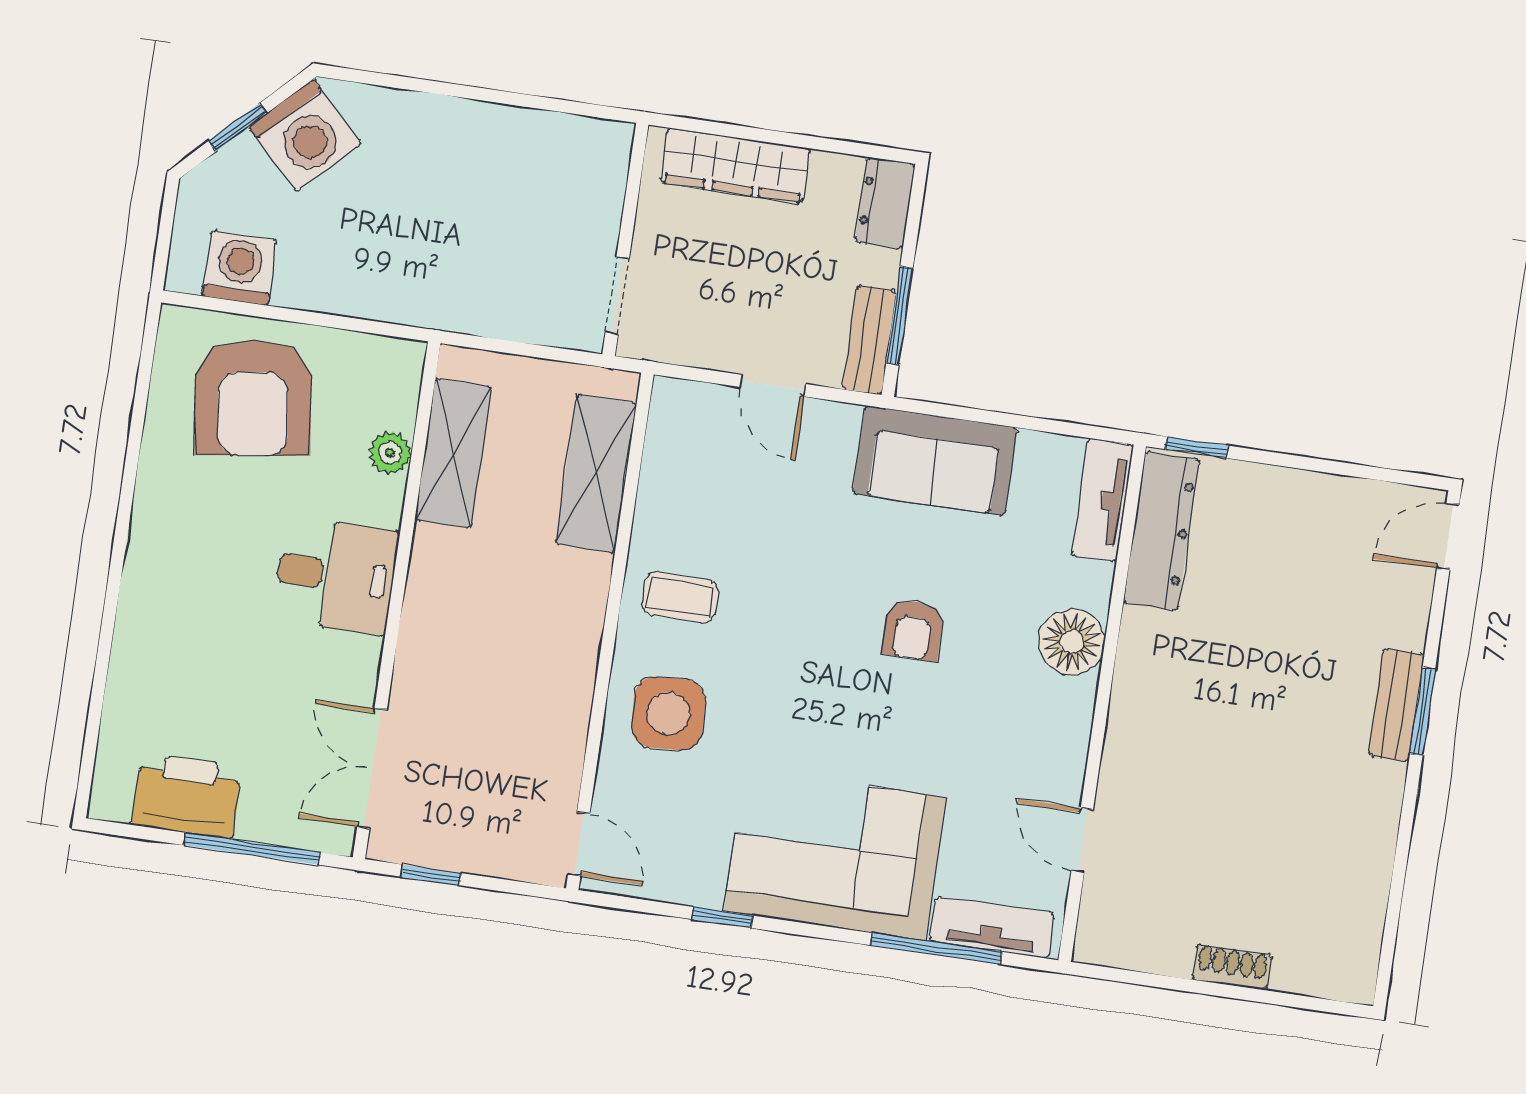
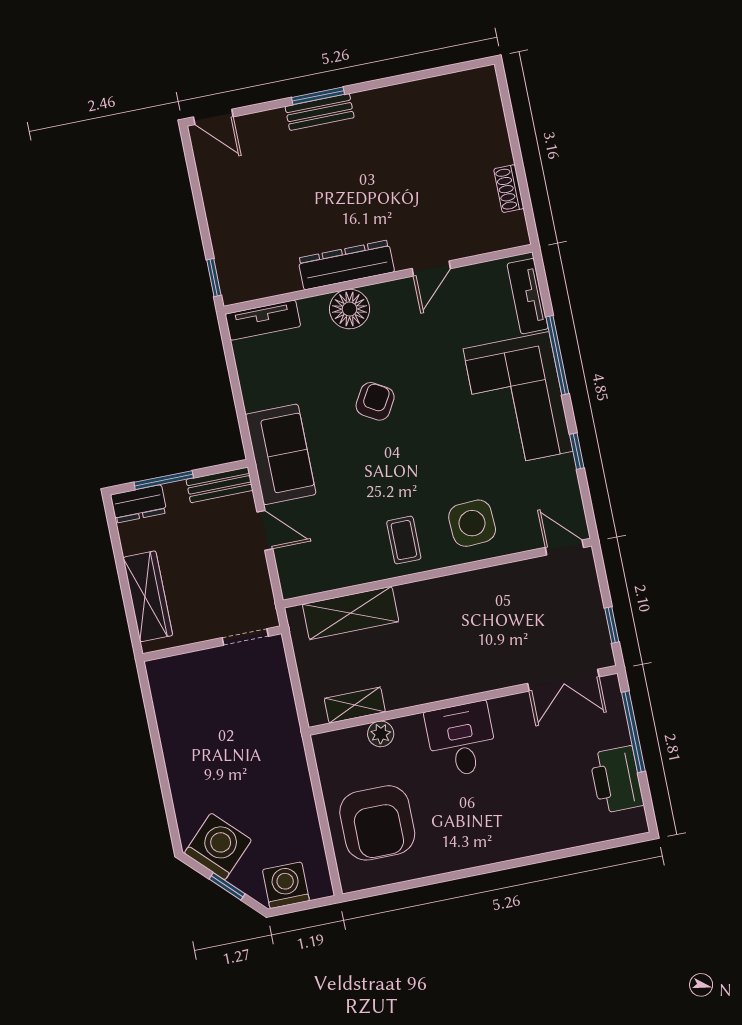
washing machine: (240, 268) -> (286, 885), moved, turned 90
window: (900, 316) -> (164, 480), moved
door: (773, 386) -> (265, 530), hinge flipped
armchair: (253, 398) -> (377, 823), turned 98
shelving: (453, 453) -> (355, 705), width x0.67, depth x0.75
sofa: (935, 460) -> (281, 454), moved
dresser: (1161, 531) -> (346, 265), moved
armchair: (913, 630) -> (375, 401), turned -60
door: (1082, 840) -> (431, 268), moved
door: (579, 844) -> (564, 547), hinge flipped
window: (936, 949) -> (557, 355), moved
shoe rack: (1232, 967) -> (509, 189), moved

